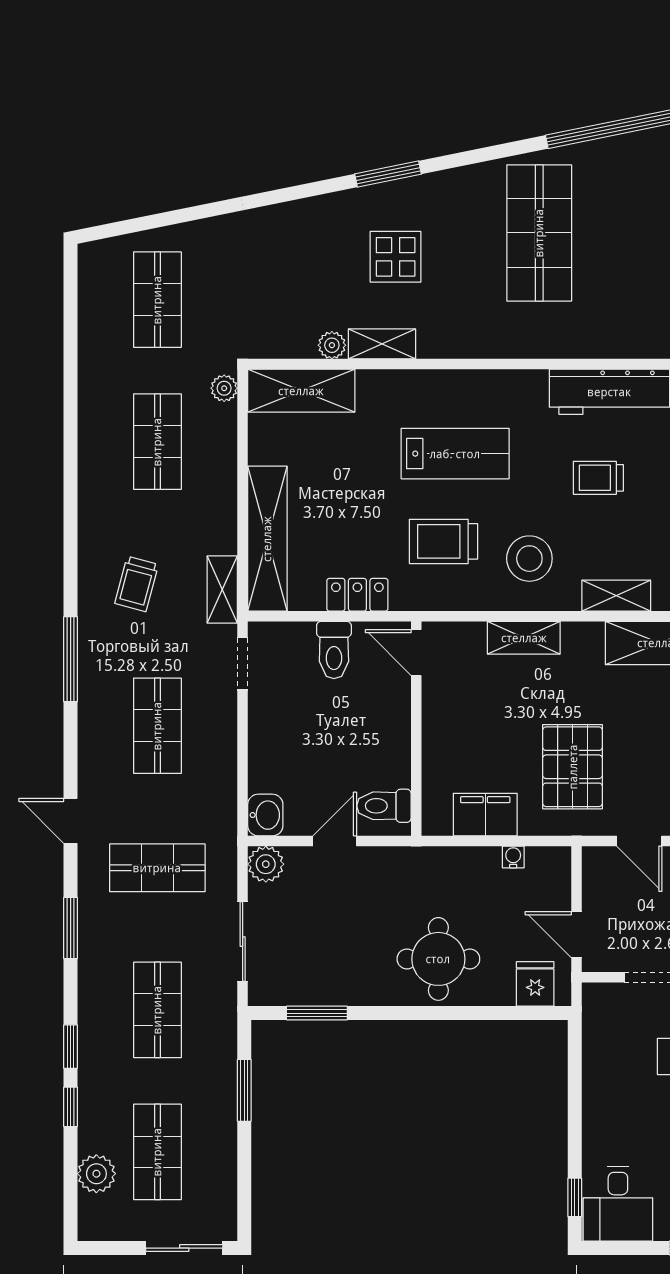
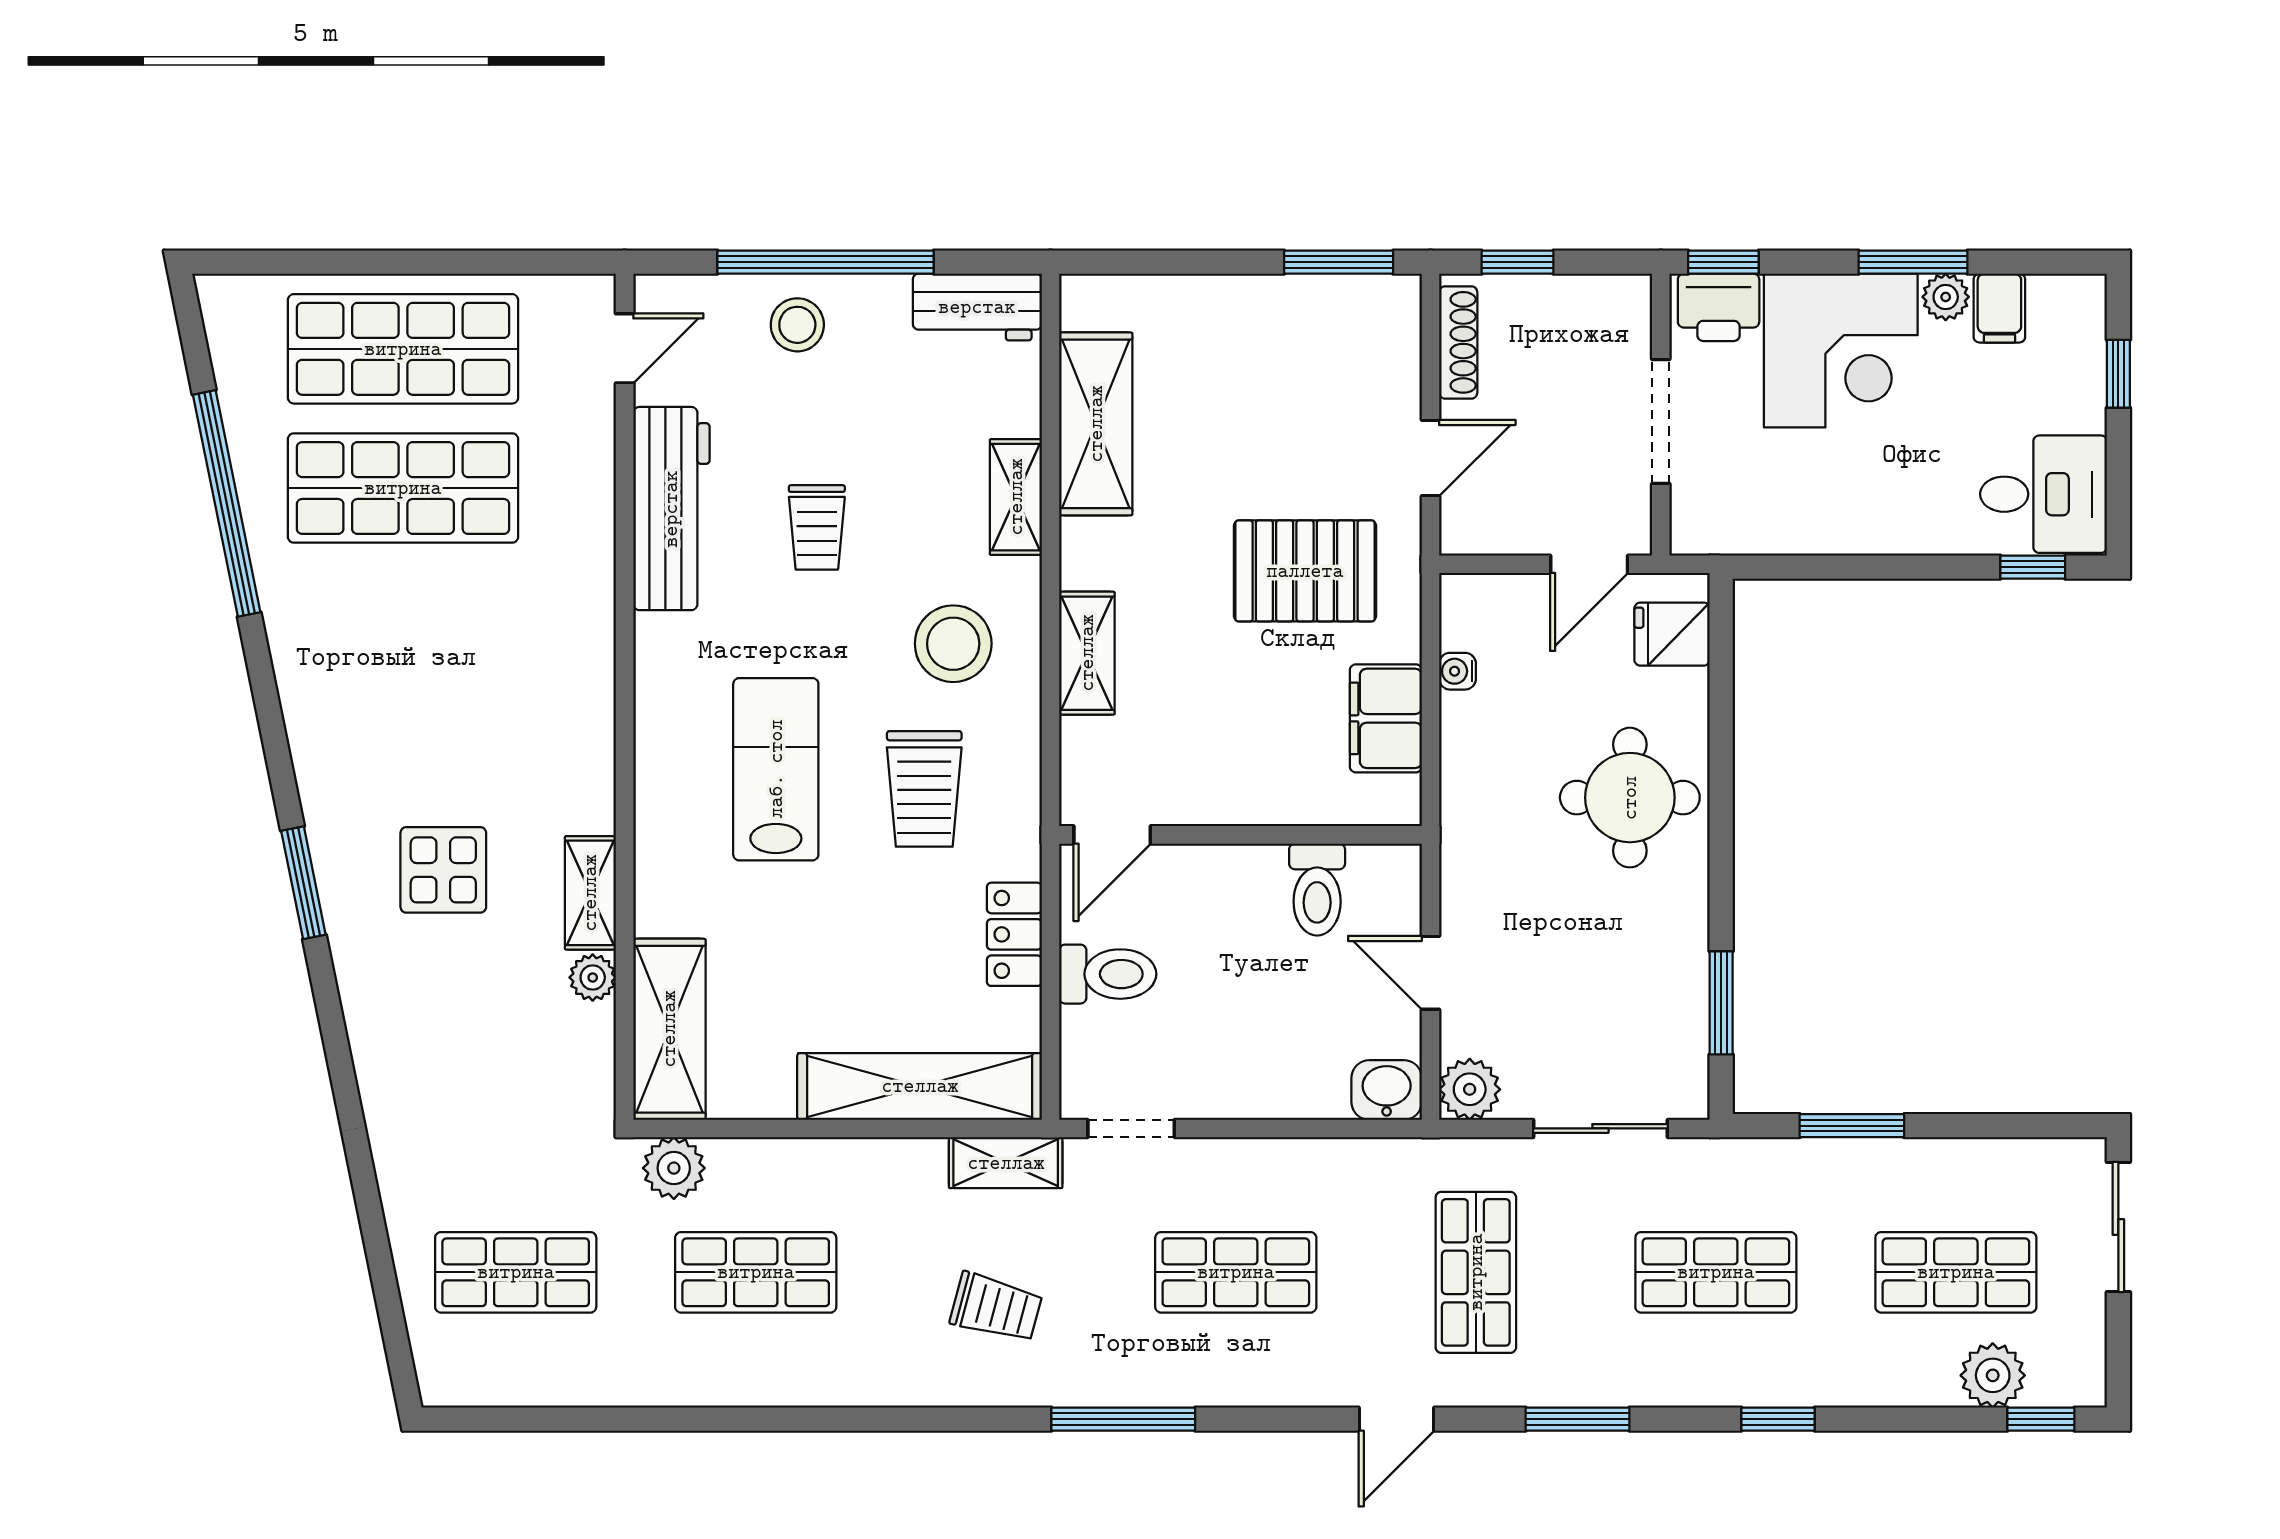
shop shelf: (539, 233) -> (403, 488), moved
plant: (224, 388) -> (674, 1168), width x1.38, depth x1.38
toilet: (384, 806) -> (1317, 890), moved
window: (71, 1107) -> (2041, 1419), moved

